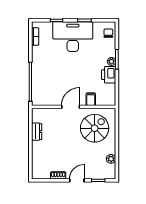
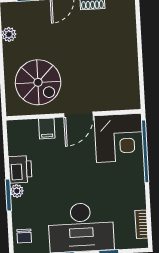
corner desk: (46, 91) -> (119, 138), added
spiral stairs: (95, 128) -> (38, 82), turned -90
dresser: (37, 132) -> (131, 72), removed

